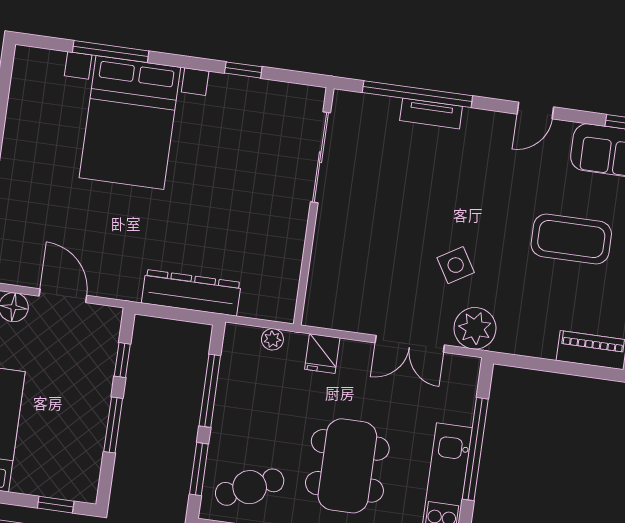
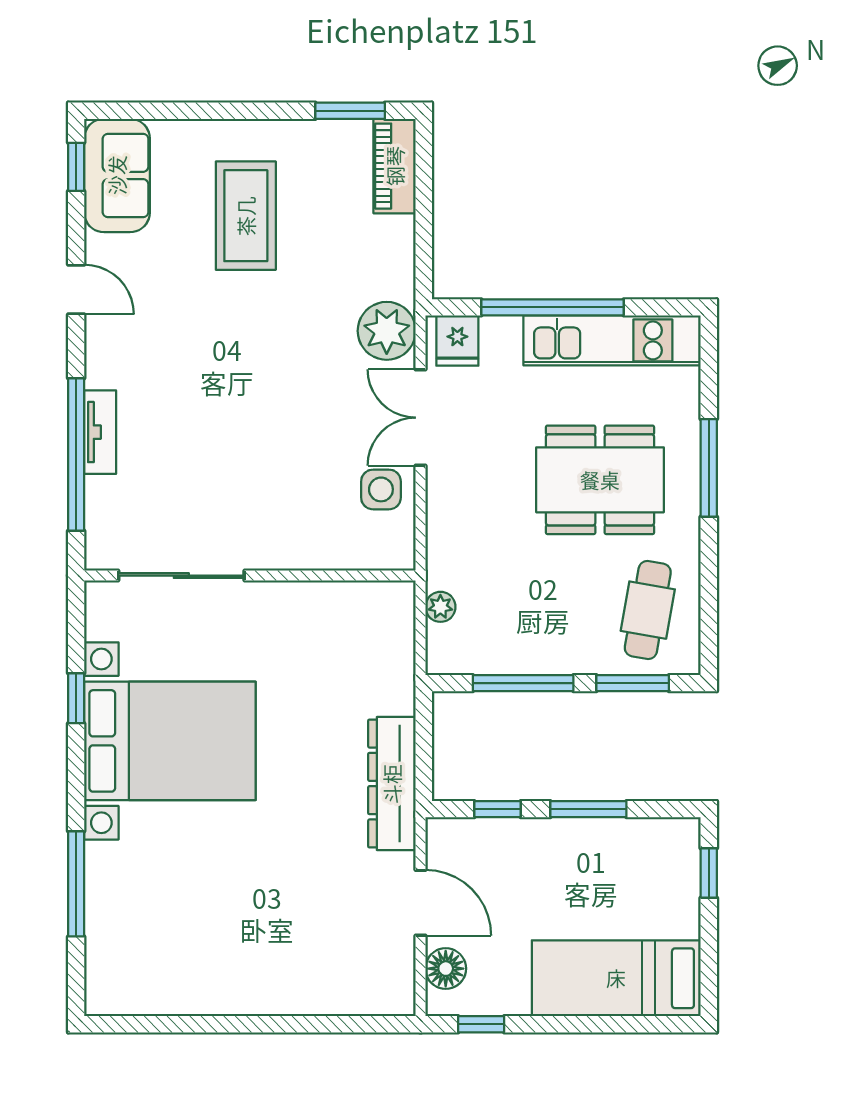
bed with nightstands: (130, 123) -> (170, 741), moved
side table: (456, 265) -> (381, 489), moved, turned 31
dresser: (191, 293) -> (392, 784), moved
door: (63, 296) -> (421, 903), swing flipped
double door: (410, 344) -> (421, 418), swing flipped
fridge: (322, 354) -> (457, 341), moved, turned 90
cafe table: (250, 487) -> (648, 610), turned 34

